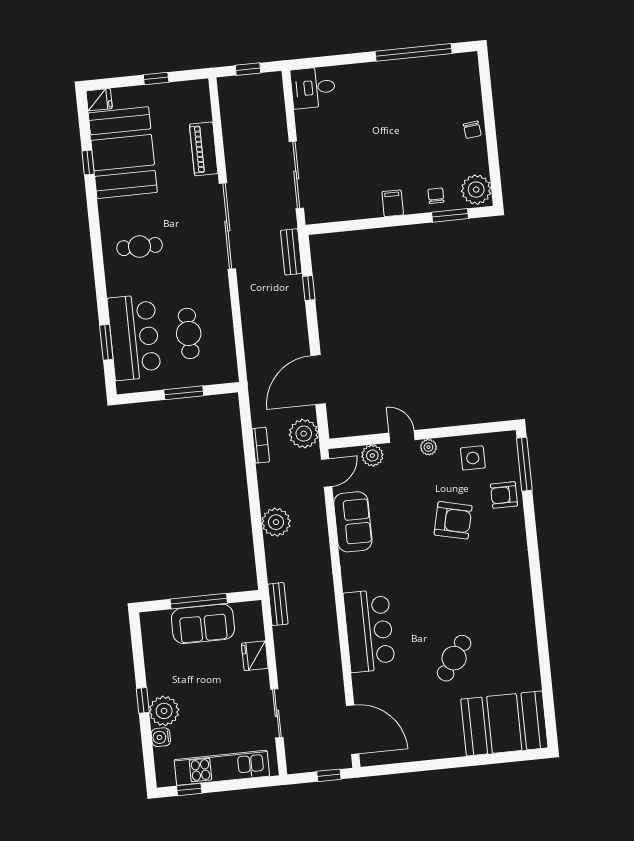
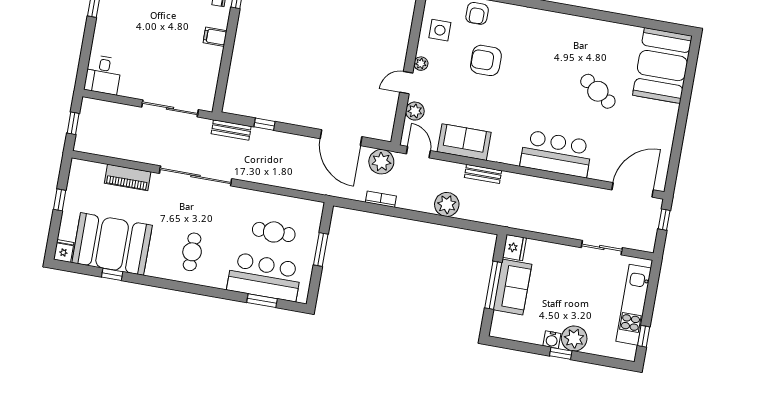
armchair: (453, 520) -> (486, 60), turned -103
bench: (278, 604) -> (483, 174), moved
fridge: (255, 656) -> (514, 248), moved, turned -90
water cooler: (161, 737) -> (552, 340), moved

